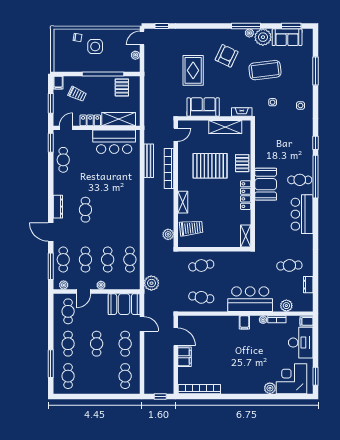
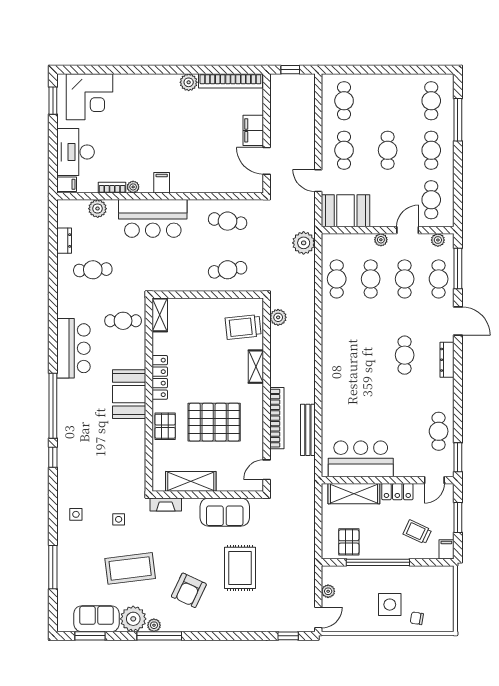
cafe table: (300, 180) -> (123, 321), moved
plant: (270, 388) -> (189, 82), moved

